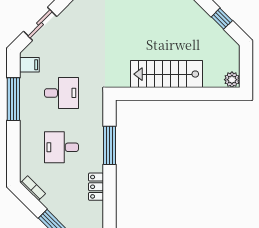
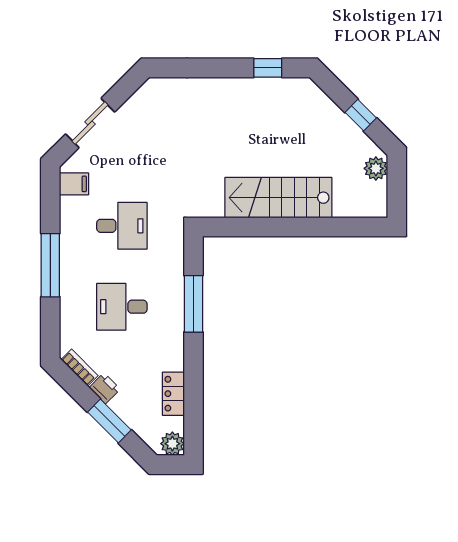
plant: (232, 80) -> (376, 168), moved
window: (13, 99) -> (50, 265), moved
locker: (96, 187) -> (173, 394), moved
printer: (50, 202) -> (105, 388), added

